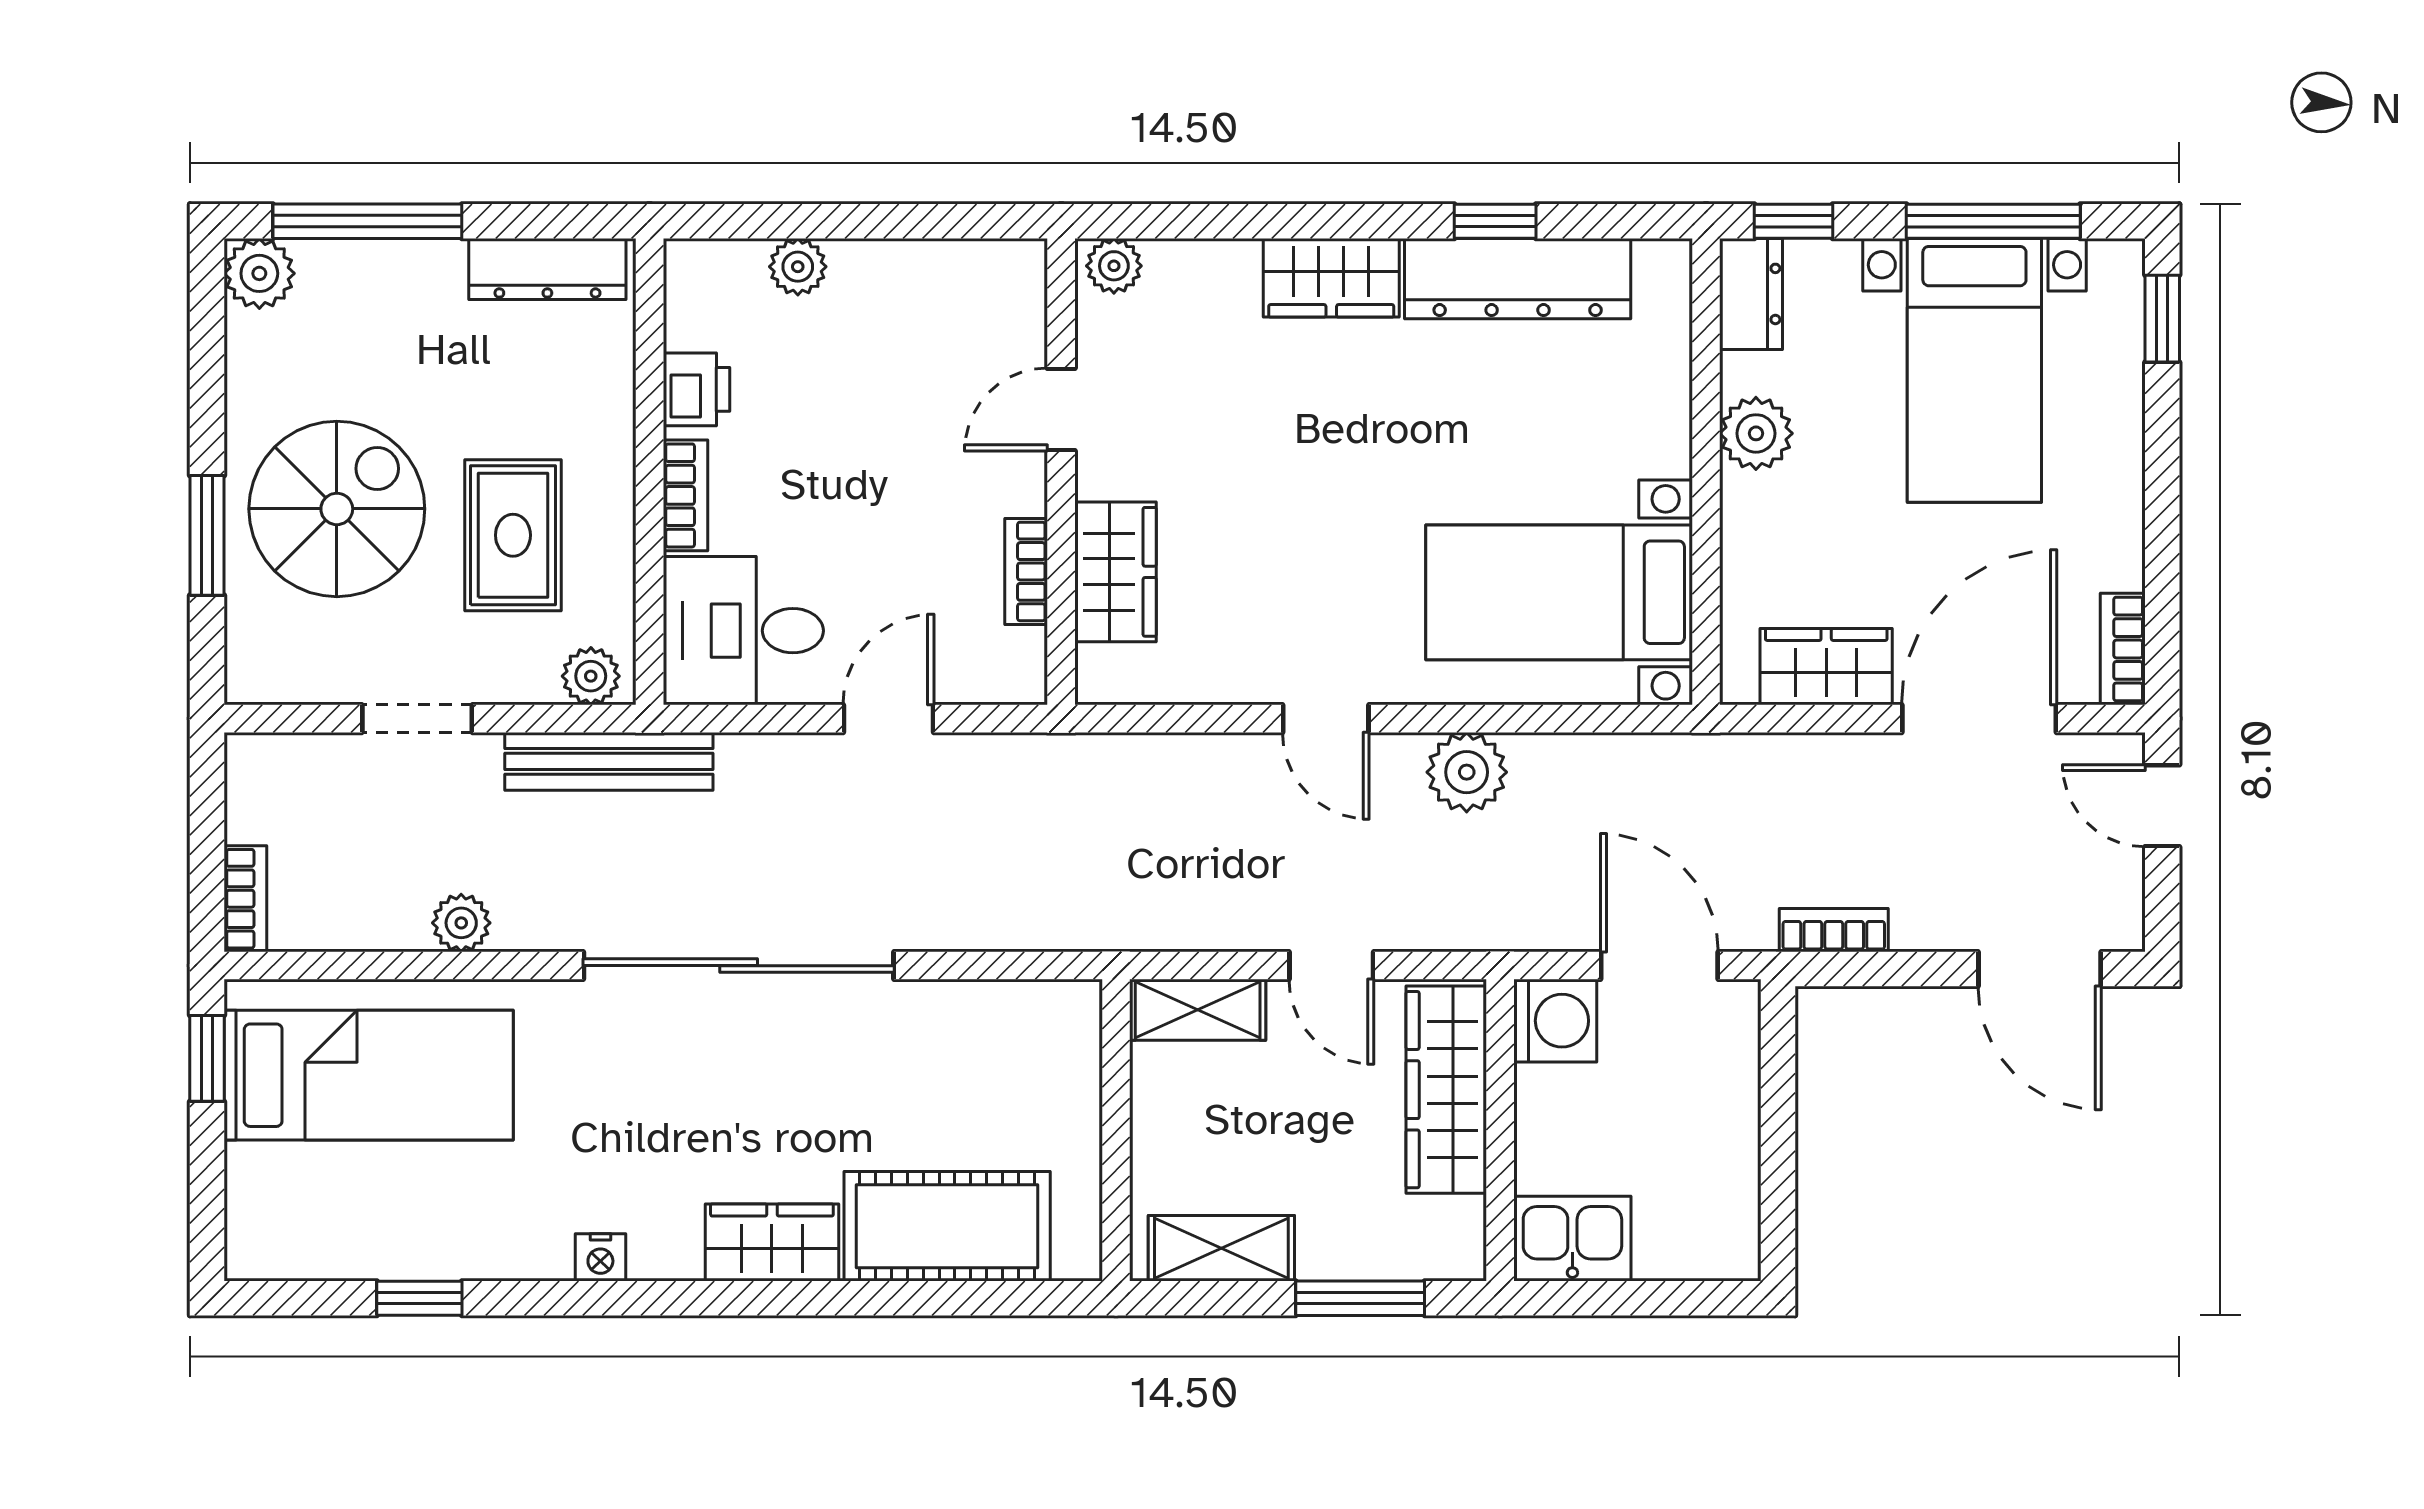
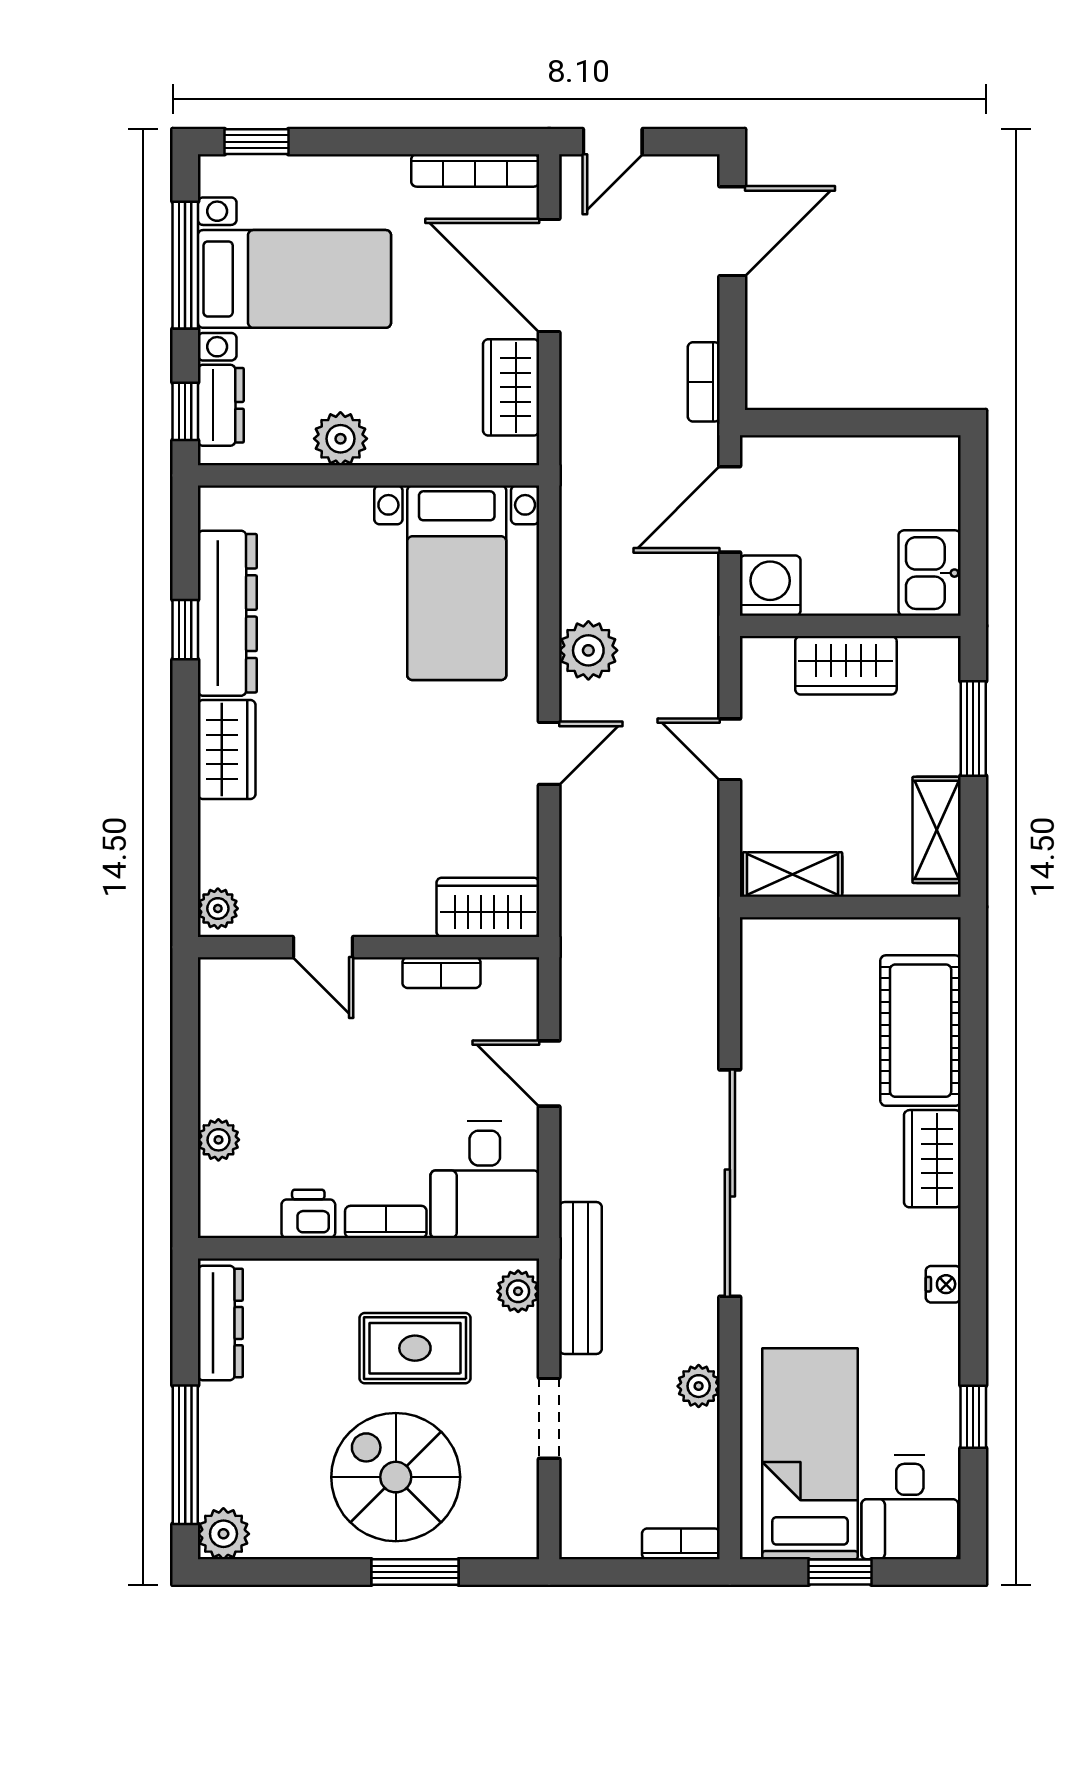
dresser: (1751, 294) -> (221, 405), moved, turned 90
wardrobe: (1116, 572) -> (488, 907), moved
bookcase: (2123, 649) -> (475, 170), width x1.56
door: (1331, 966) -> (730, 749), swing flipped
shelving: (1198, 1010) -> (792, 875), moved, turned 90
window: (207, 1058) -> (840, 1572), moved
wardrobe: (1446, 1090) -> (846, 665), width x0.67
desk: (295, 1212) -> (910, 1507), added

